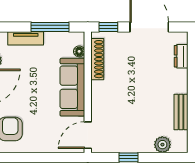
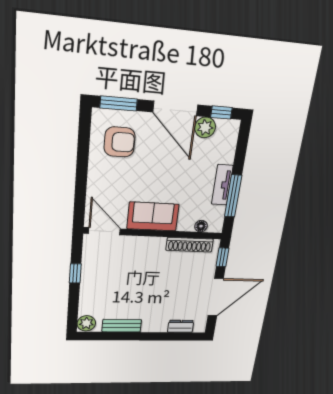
tv unit: (26, 38) -> (222, 185), moved
sofa: (72, 87) -> (153, 217), width x0.73
plant: (162, 145) -> (86, 323), moved

